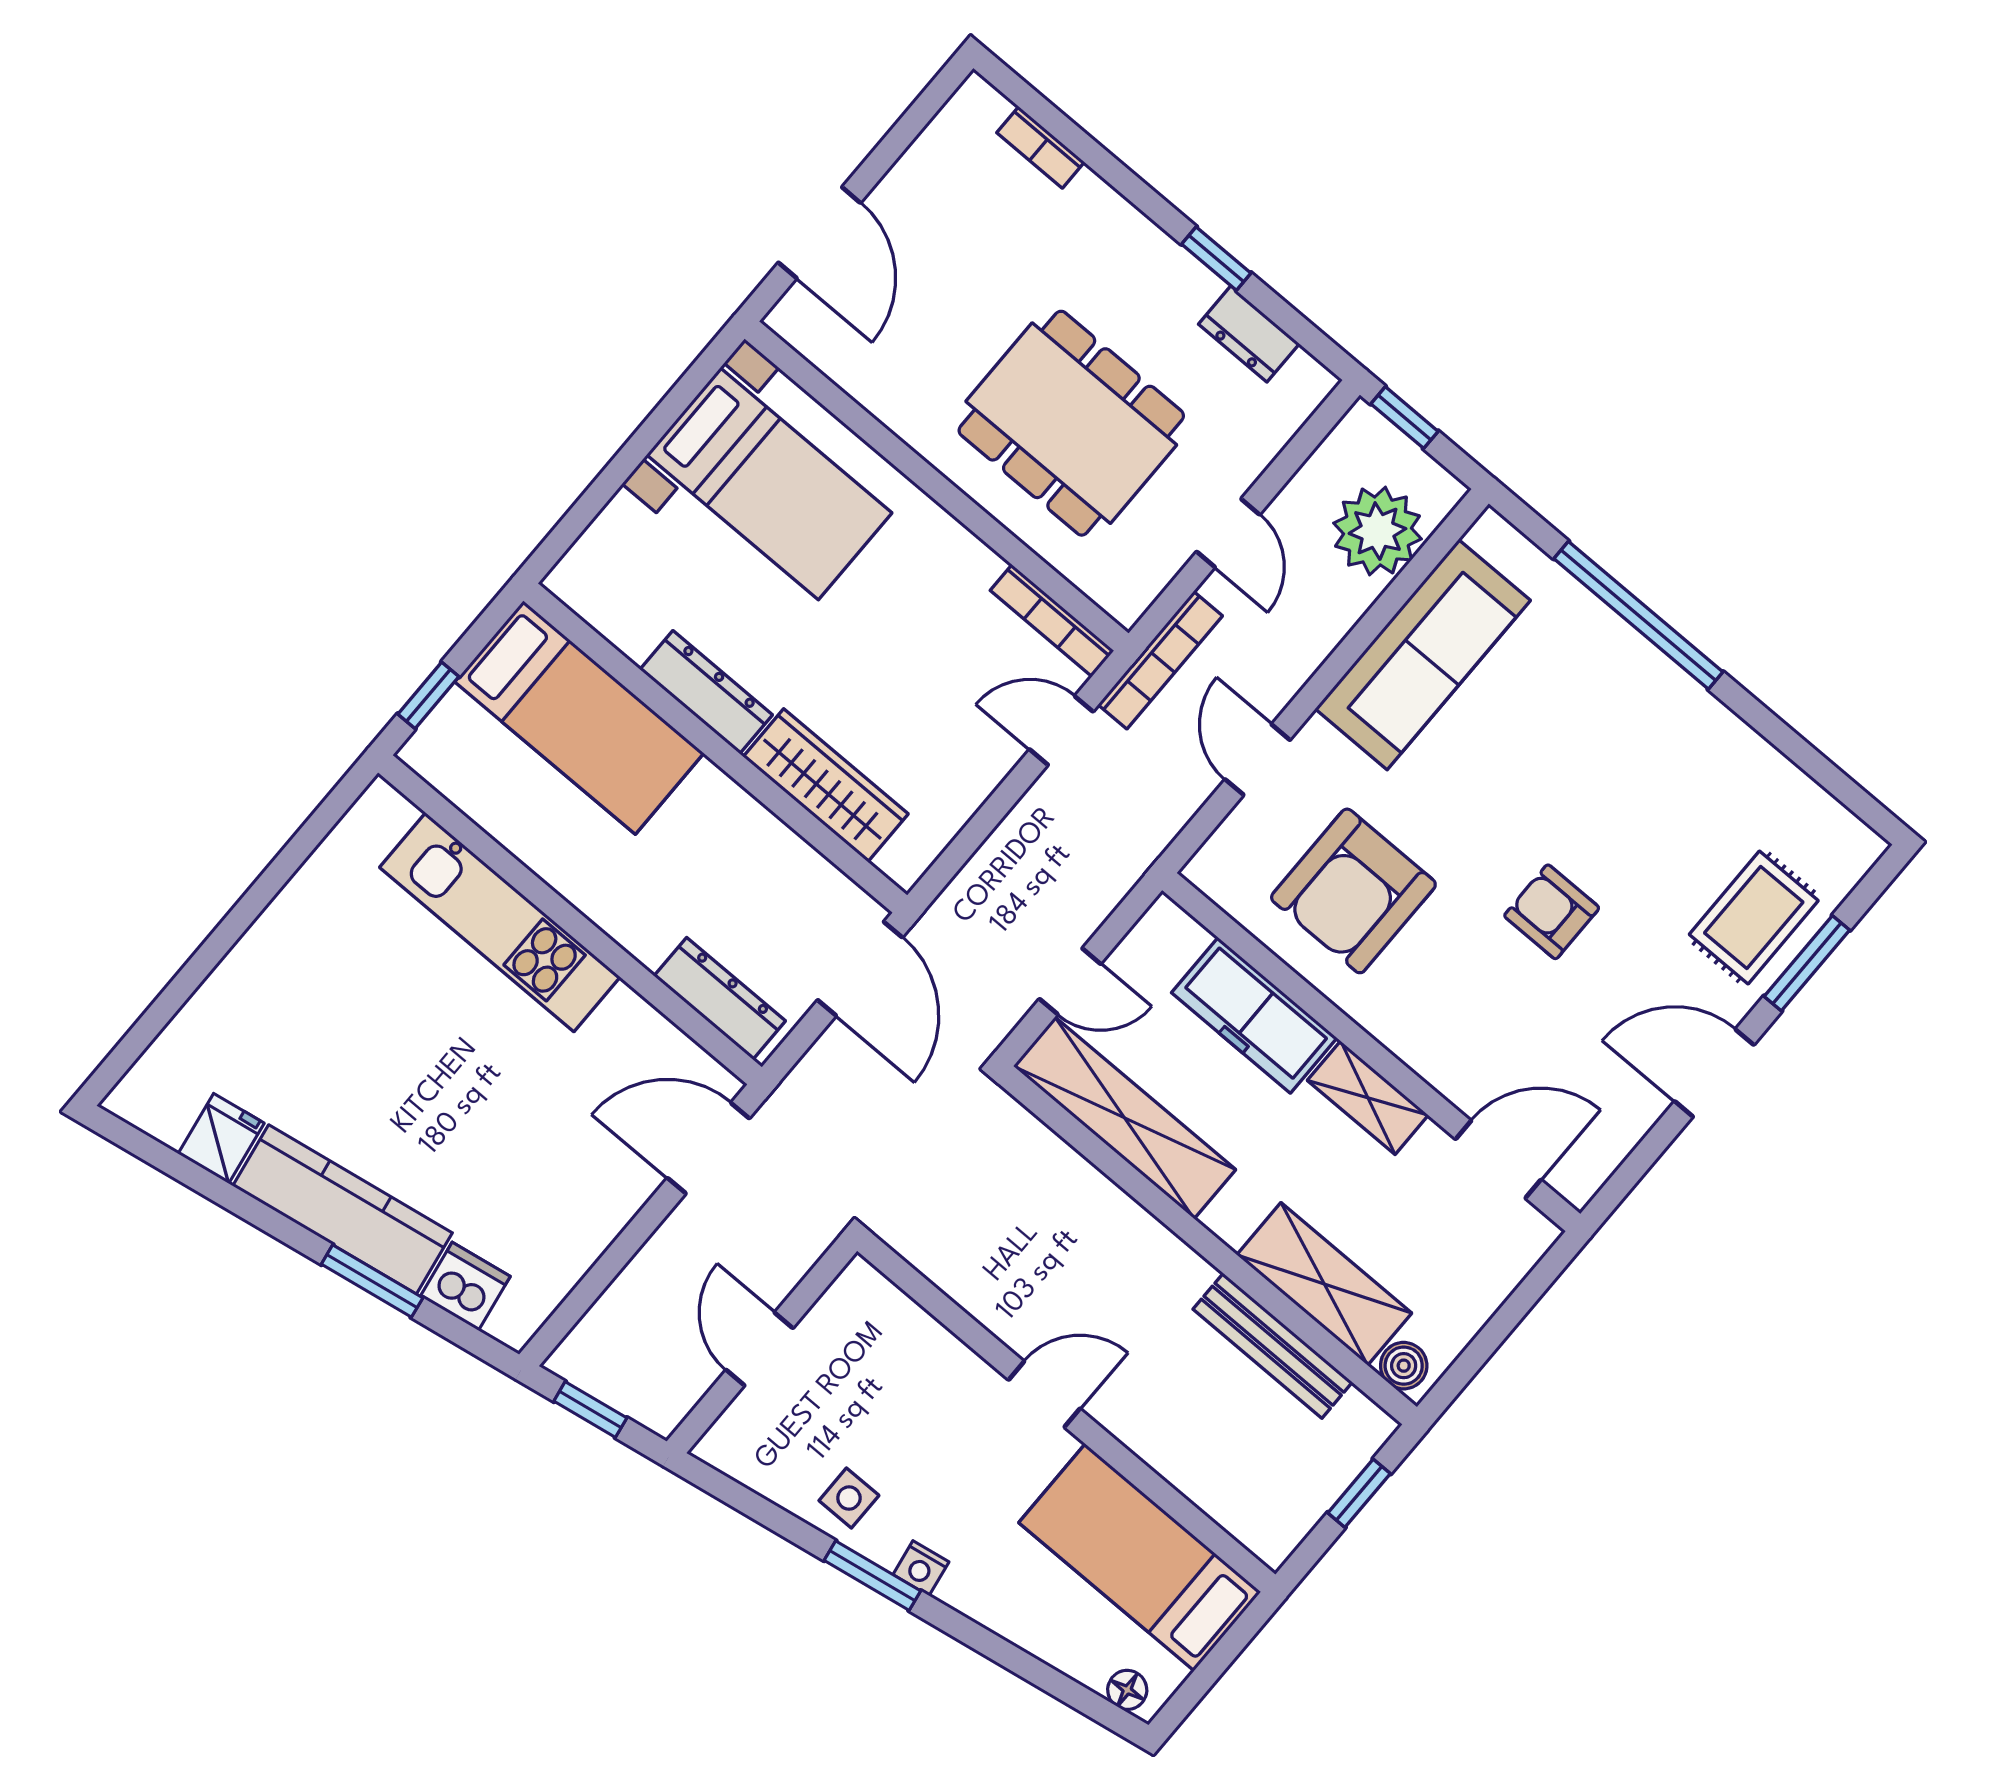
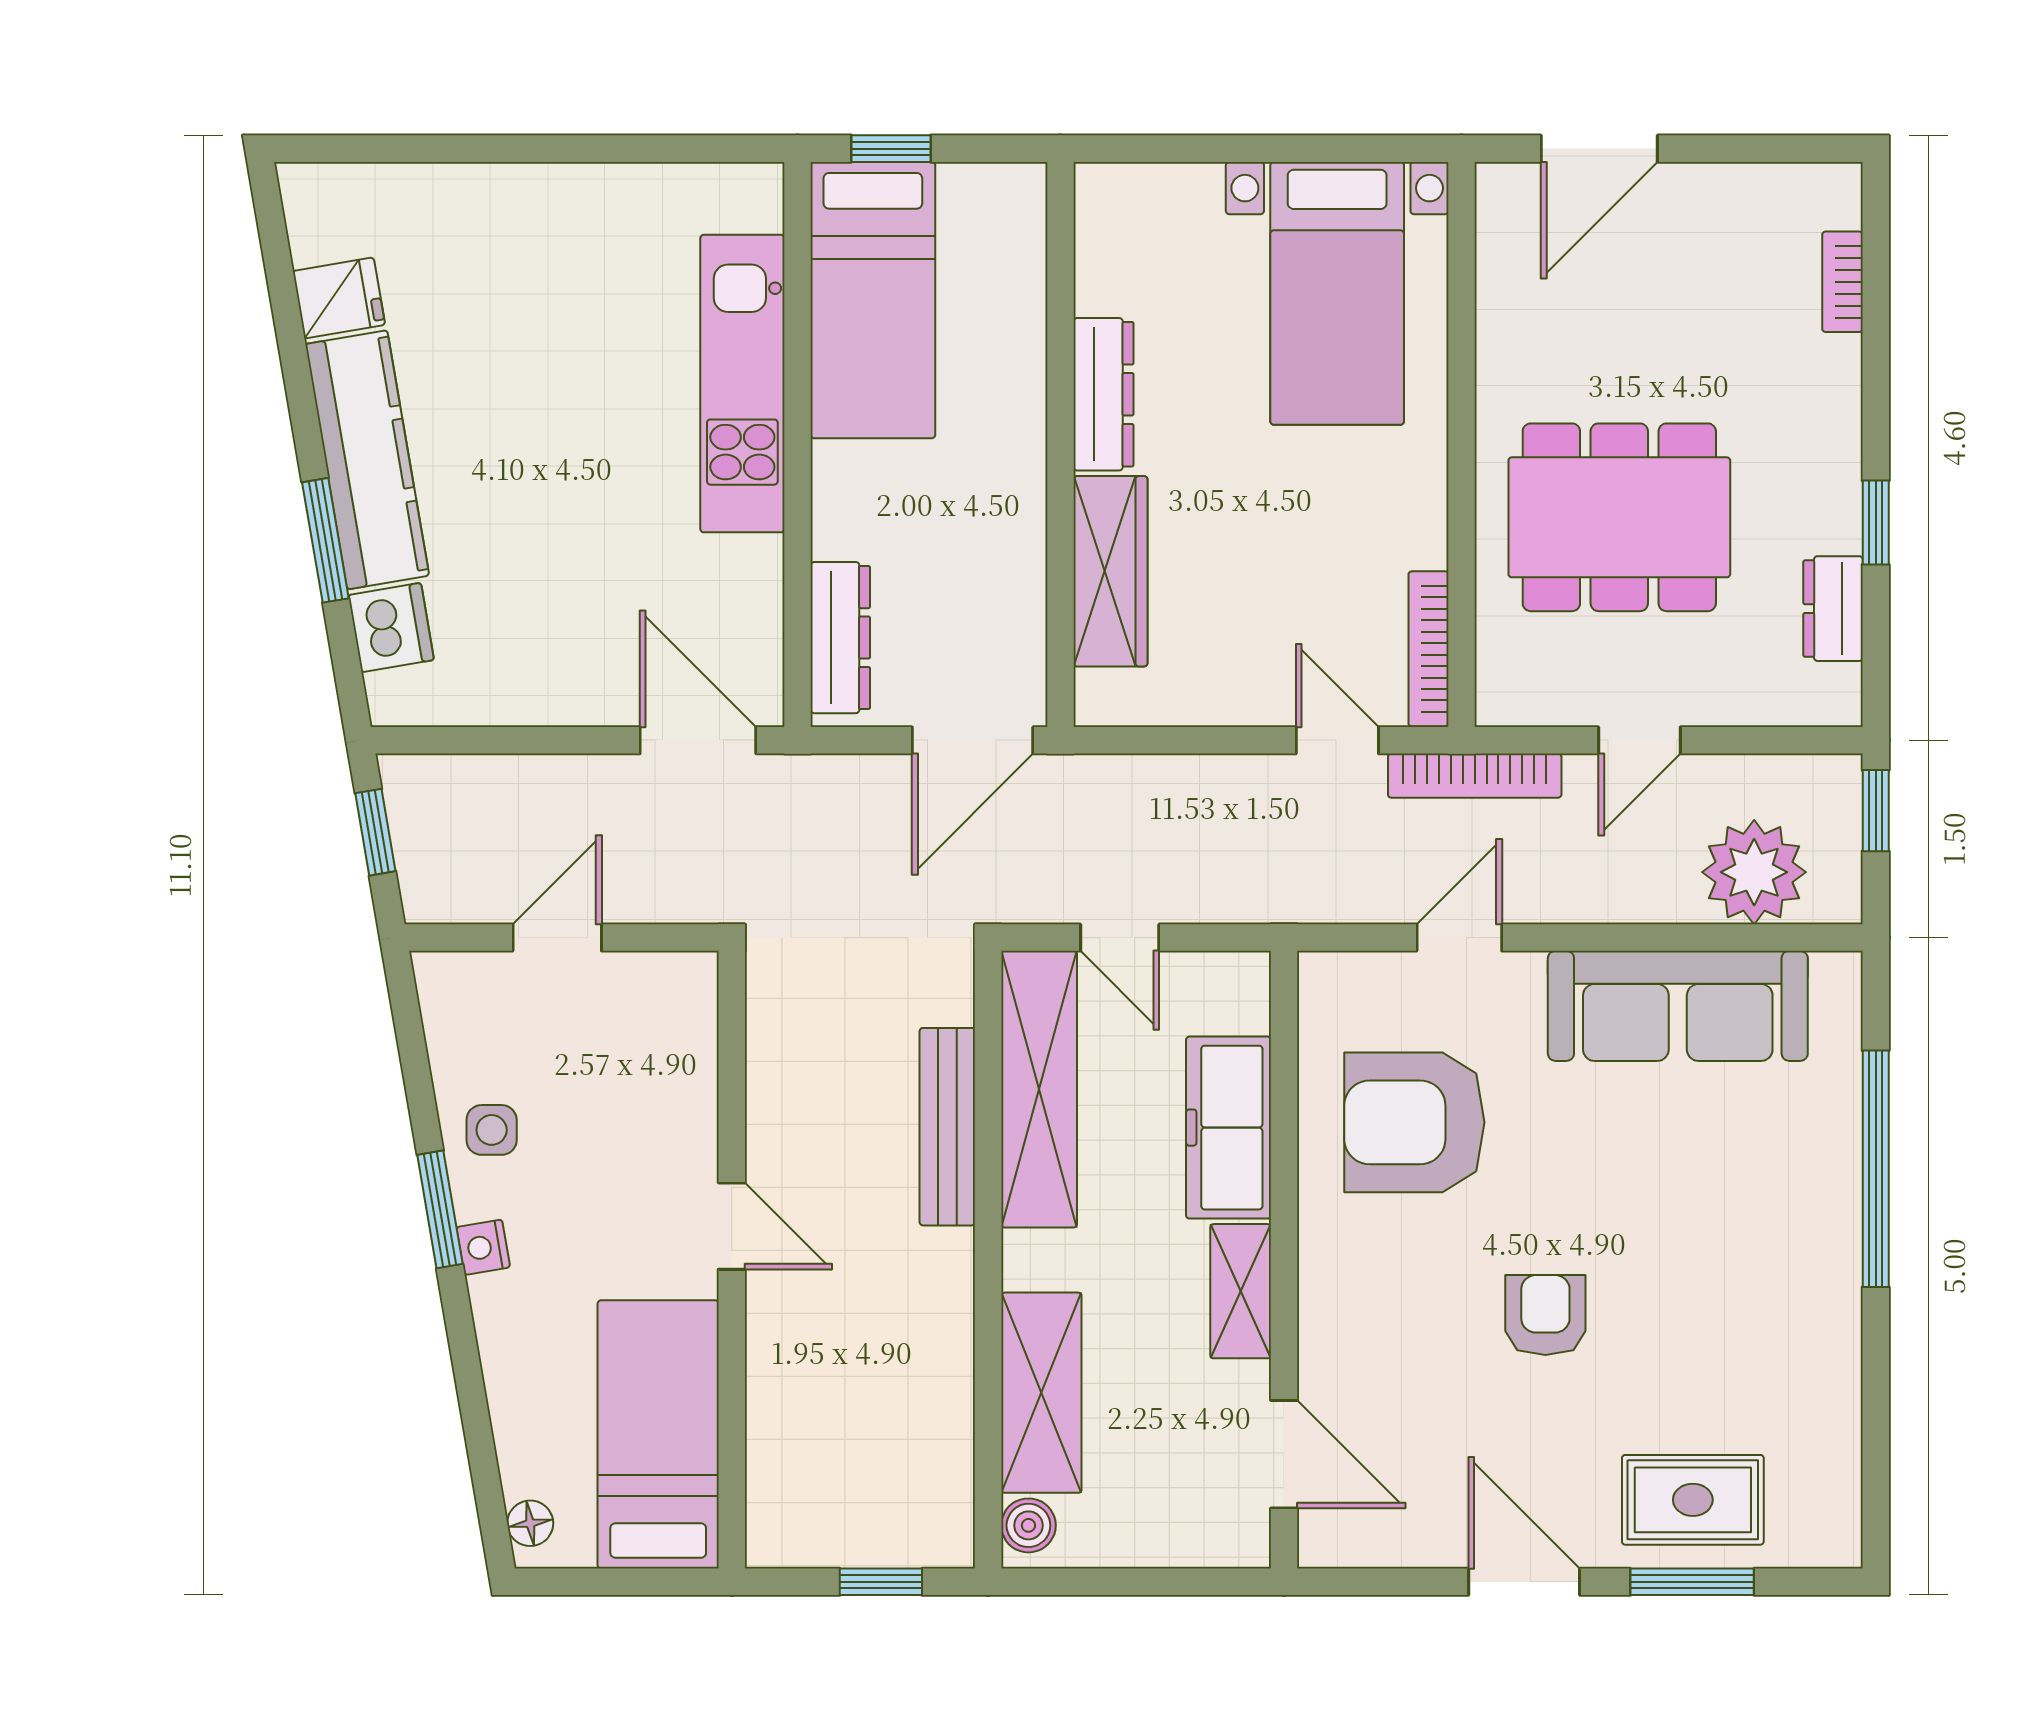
dining table: (1071, 423) -> (1619, 517), turned 90
bed: (579, 718) -> (873, 300), moved
bench: (1273, 1346) -> (947, 1127), moved

